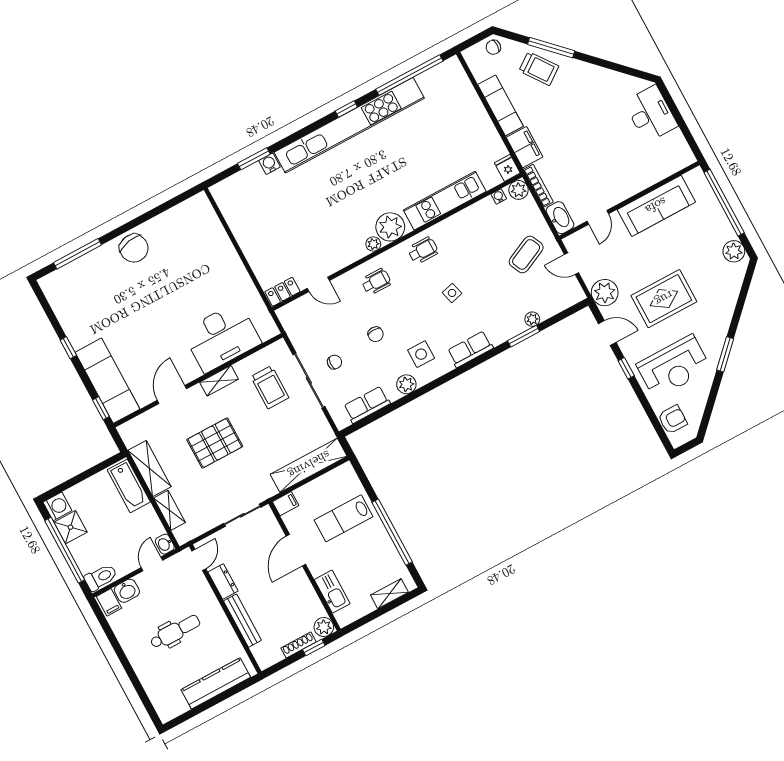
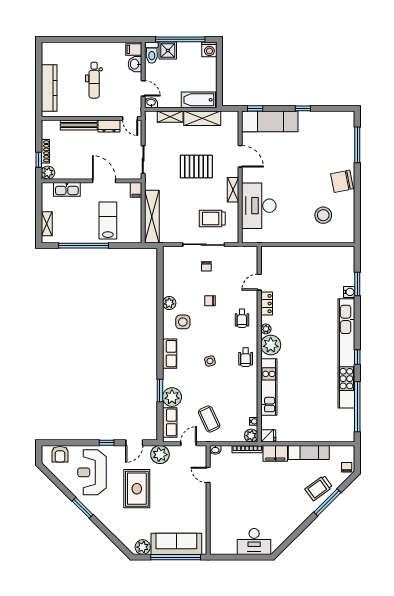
sofa: (656, 206) -> (176, 544), moved, turned 90
washbasin: (560, 218) -> (215, 450), width x0.52, depth x0.69
stool: (190, 249) -> (323, 215), added
locker: (282, 292) -> (267, 304), moved
plant: (532, 319) -> (172, 397), width x1.87, depth x1.87
row of seats: (367, 405) -> (170, 422), moved
pallet: (215, 443) -> (196, 167), turned 90
shower: (71, 527) -> (168, 51), moved

